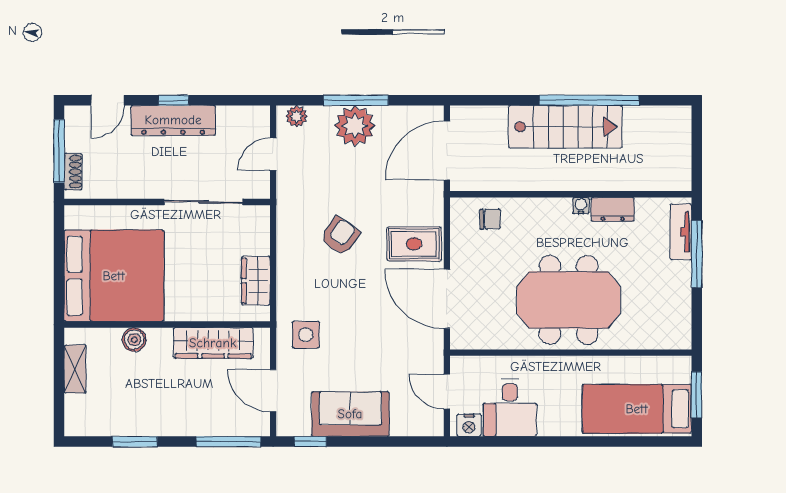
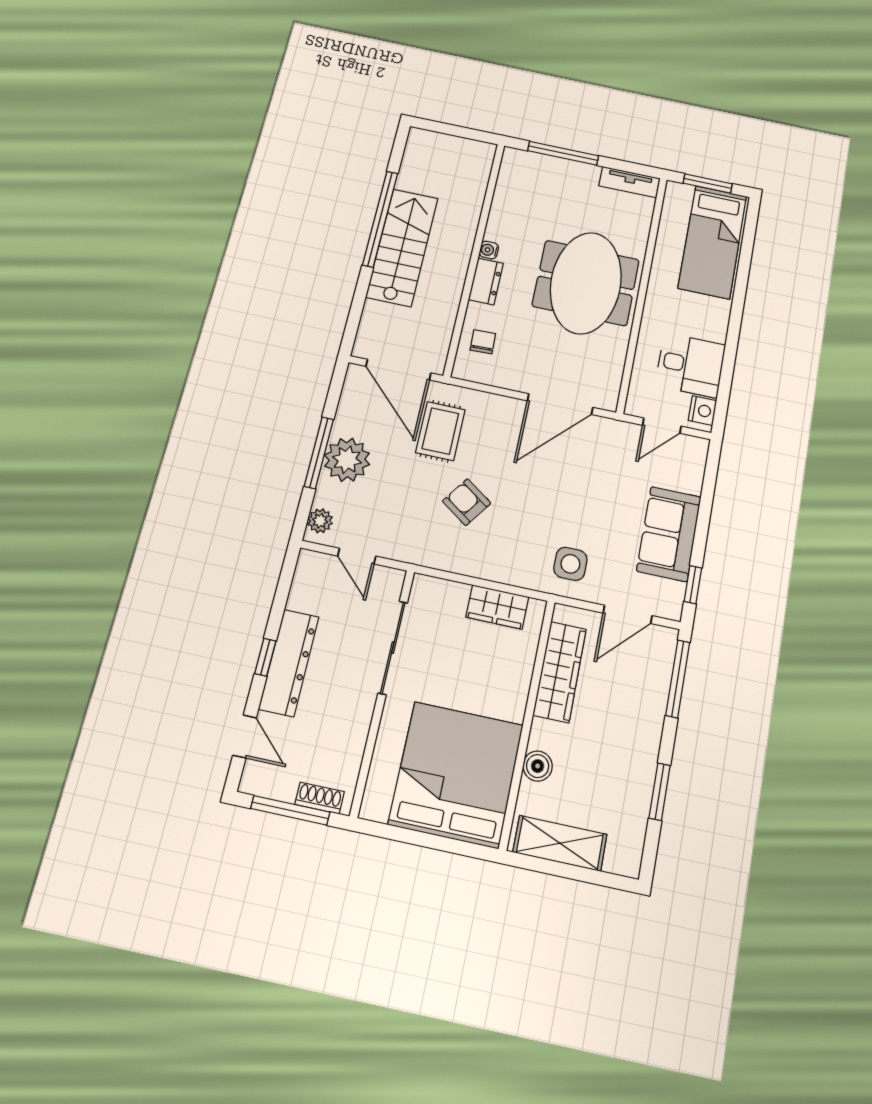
dresser: (613, 209) -> (486, 281), moved
tv unit: (681, 232) -> (630, 182), moved
rug: (414, 244) -> (440, 431), moved
shelving: (75, 369) -> (560, 843), width x1.50, depth x1.33

